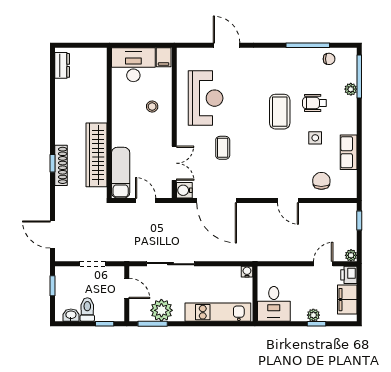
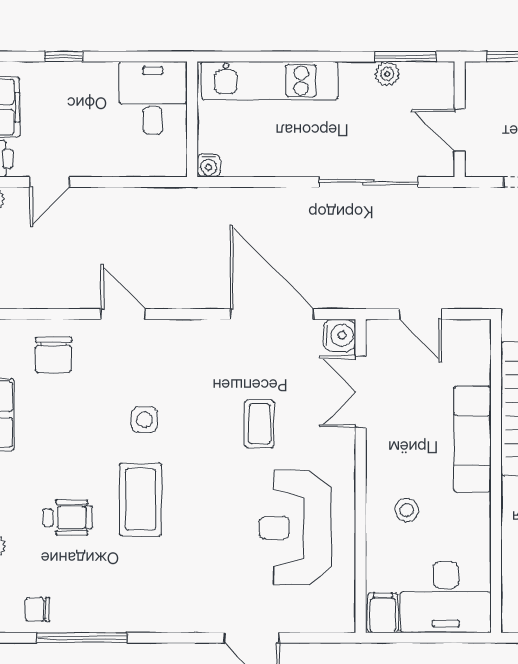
side table: (315, 138) -> (145, 420), moved
exam couch: (121, 173) -> (472, 439), moved
plant: (161, 310) -> (387, 74), width x0.53, depth x0.53
plant: (313, 315) -> (70, 75), removed

